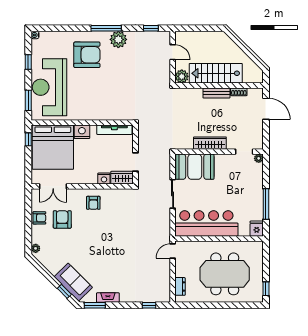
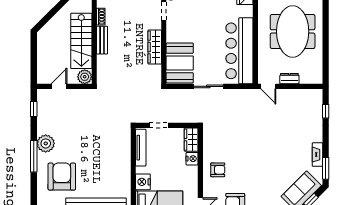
doorway: (135, 162) -> (159, 125), moved
dresser: (180, 286) -> (289, 79), moved

